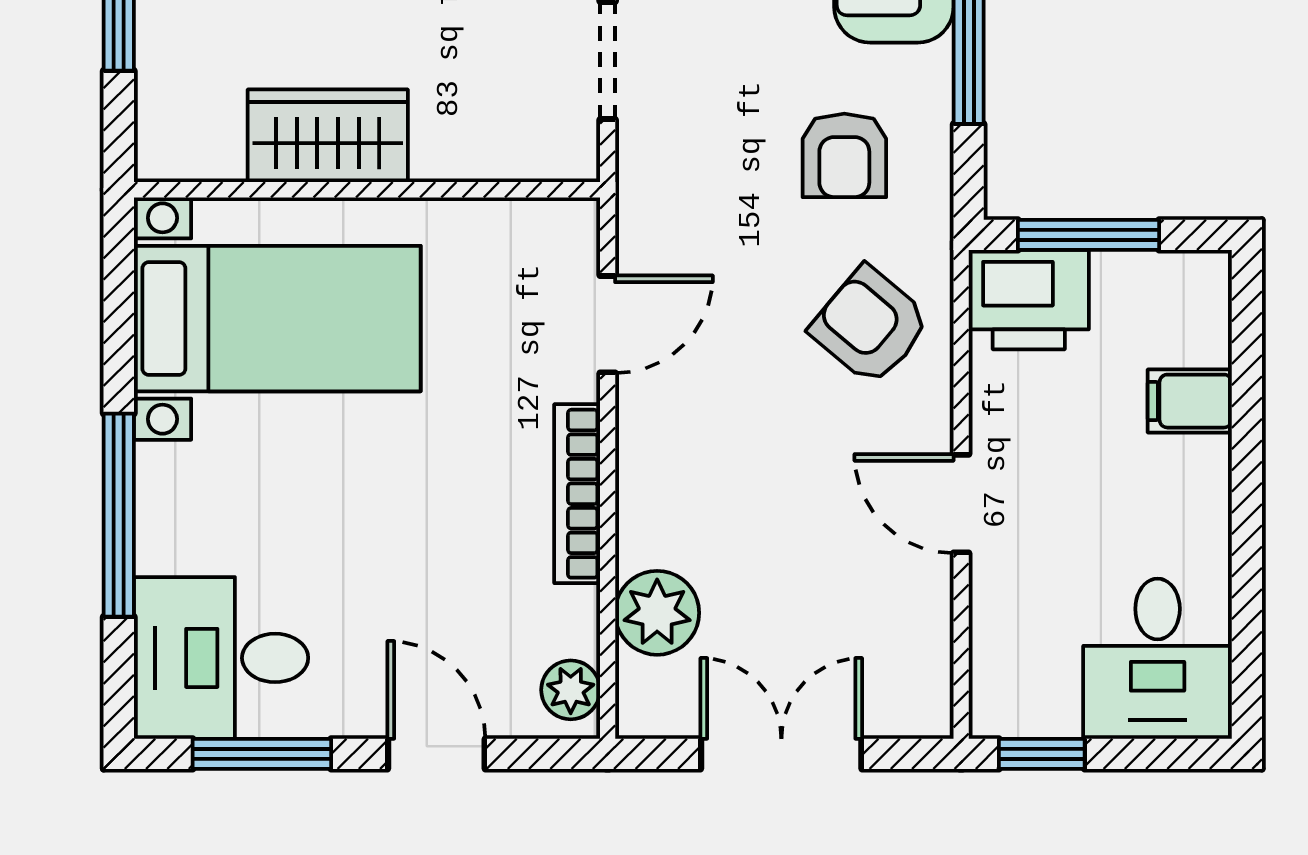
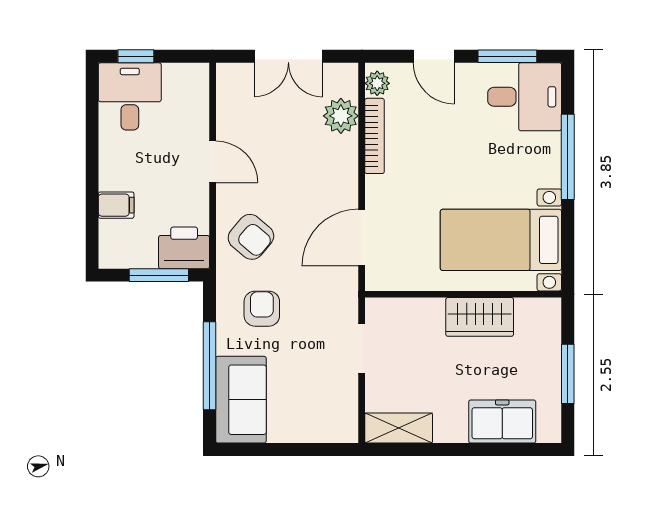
door: (608, 324) -> (362, 237), width x1.38
bookcase: (577, 494) -> (374, 136), moved
window: (1042, 754) -> (136, 56), moved

